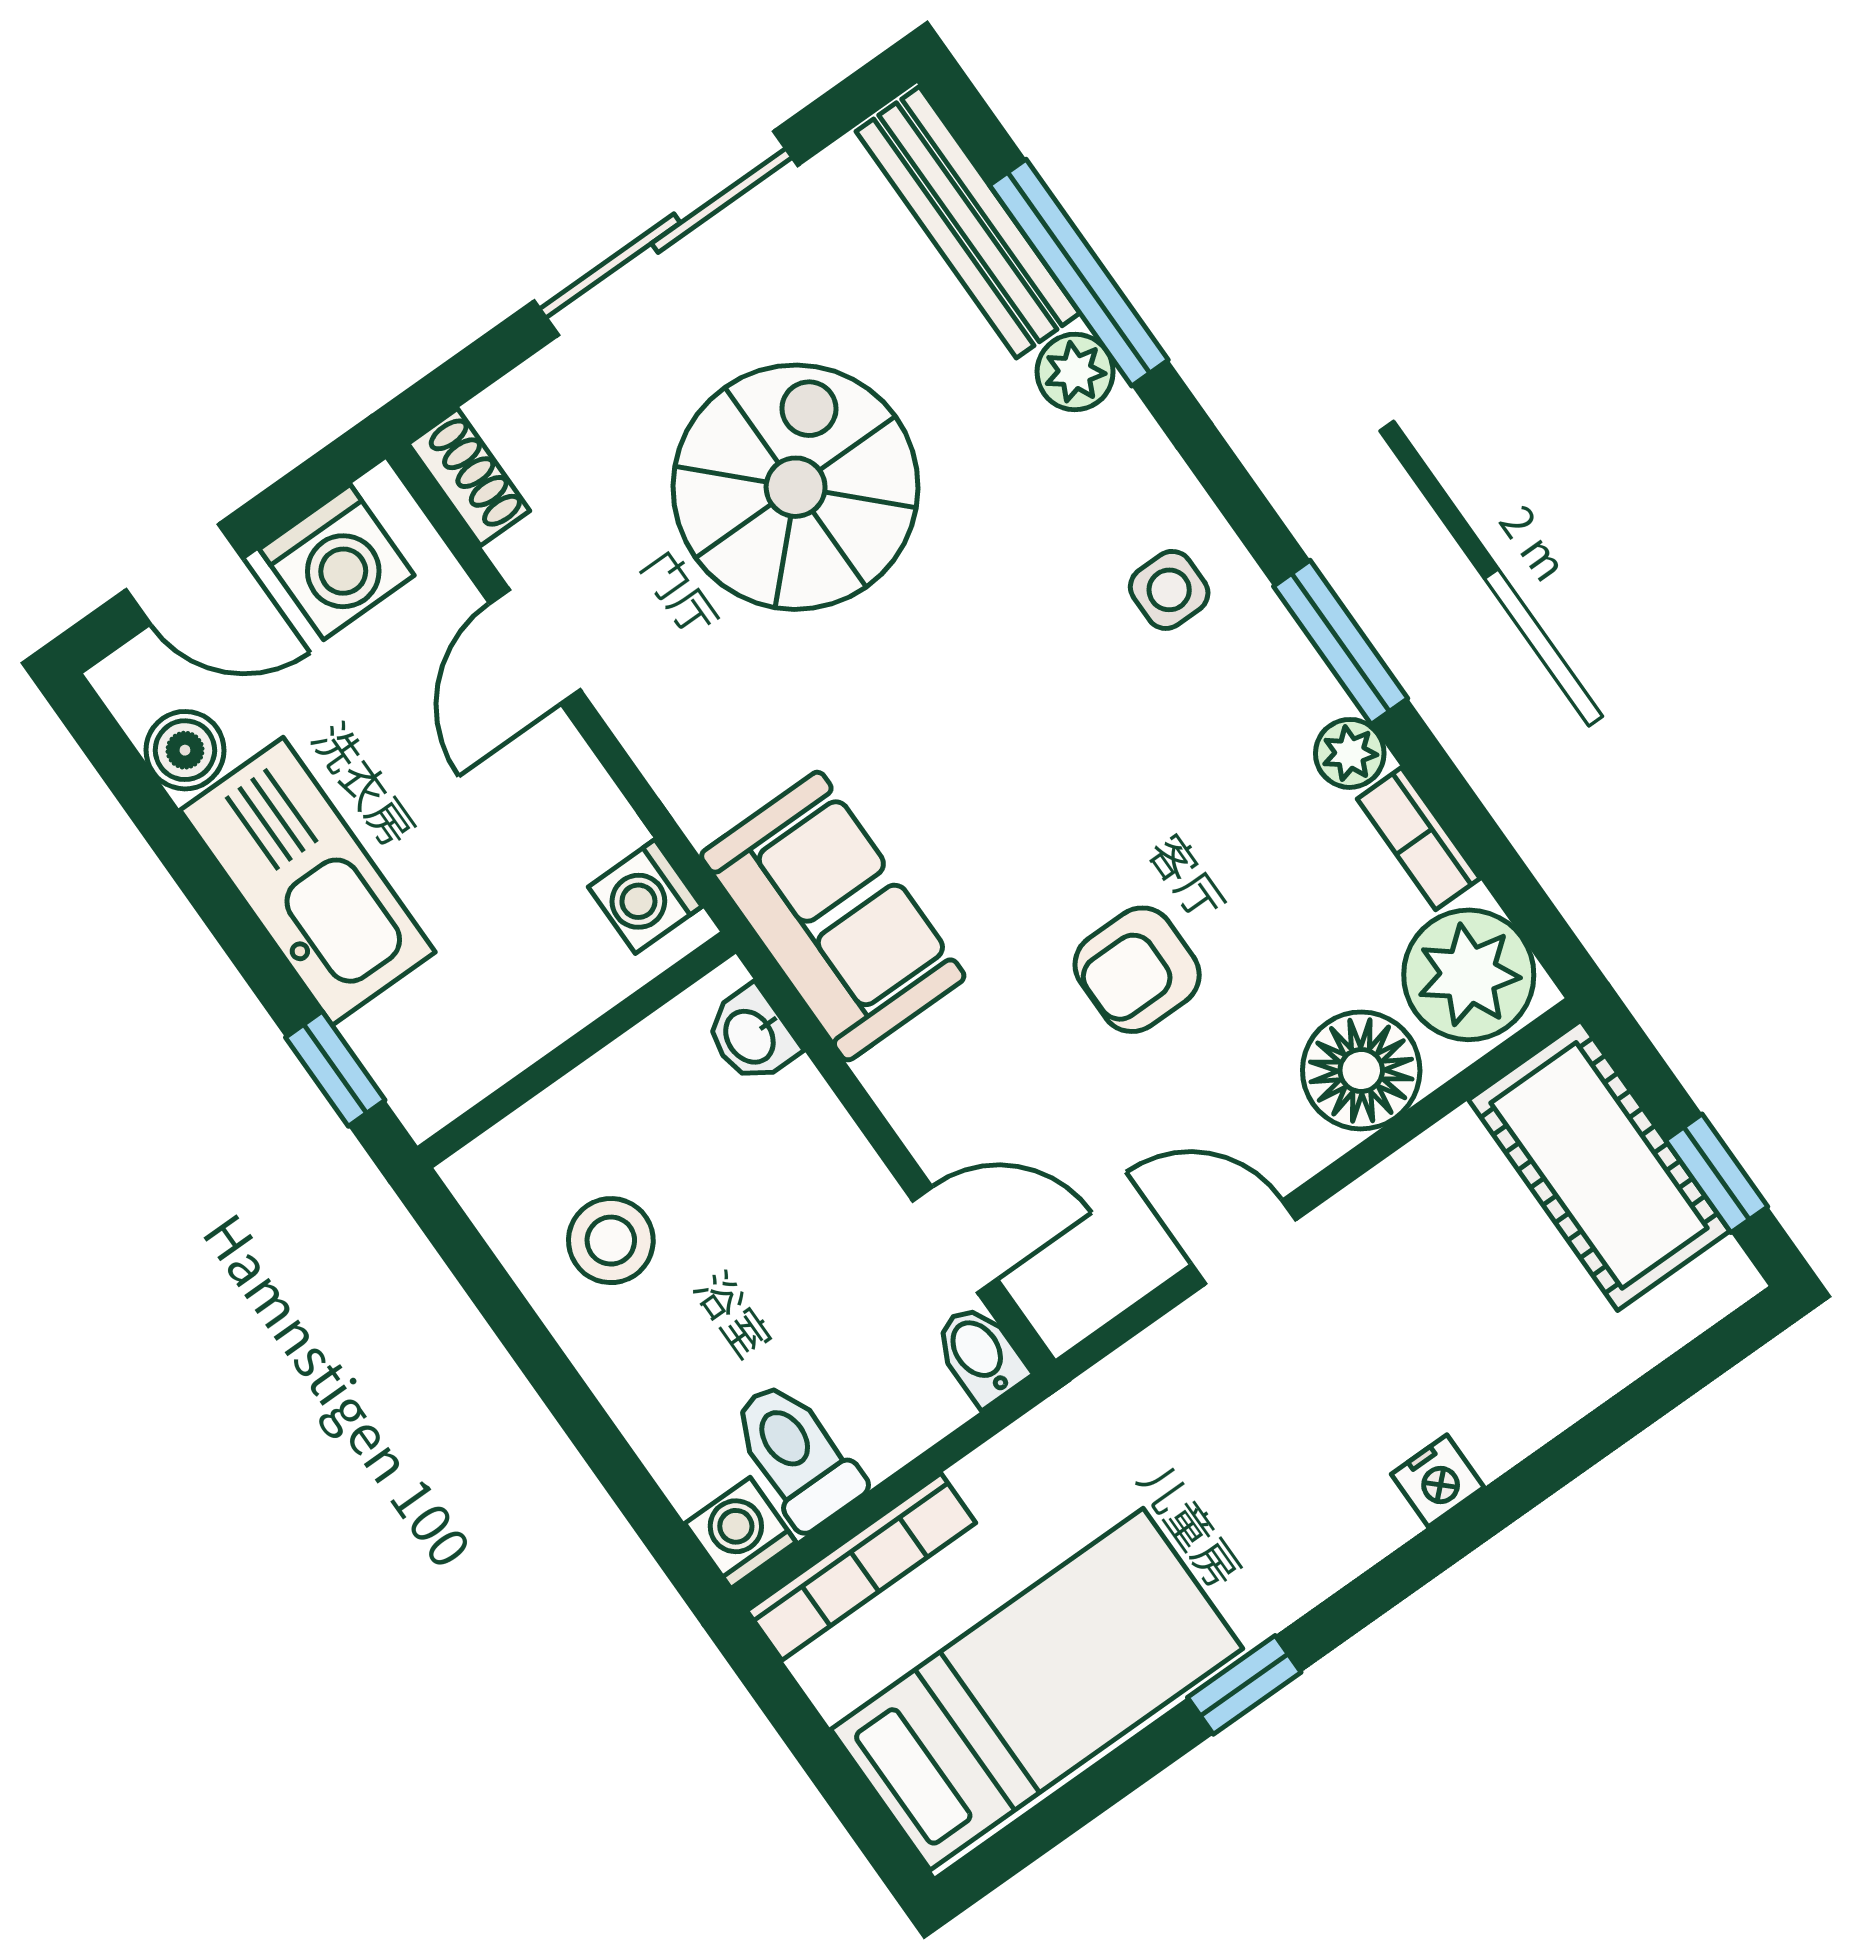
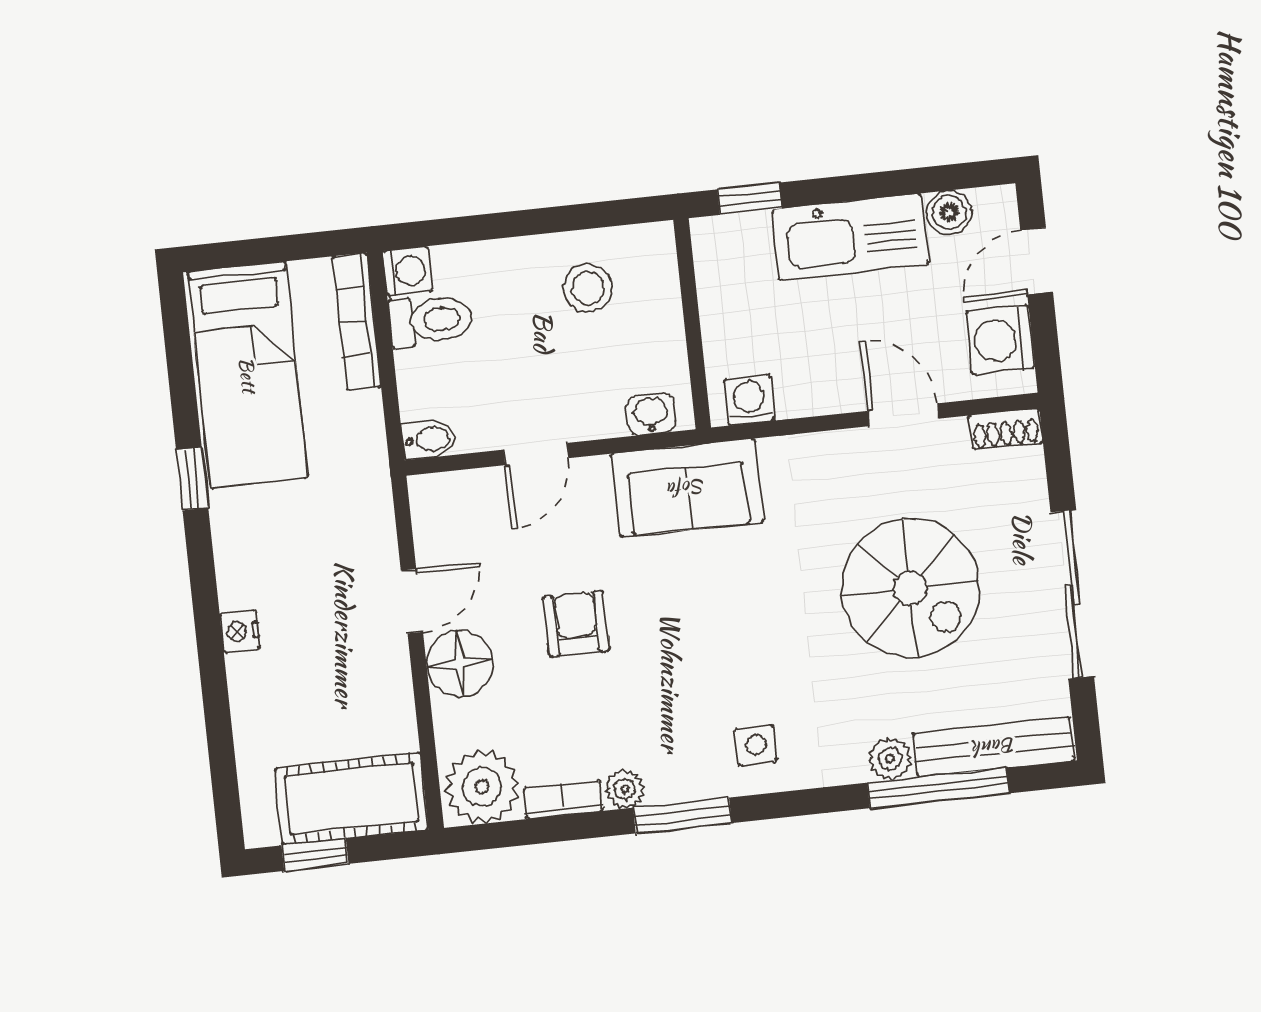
floor lamp: (1361, 1070) -> (460, 664), moved
door: (955, 1240) -> (536, 454), moved

